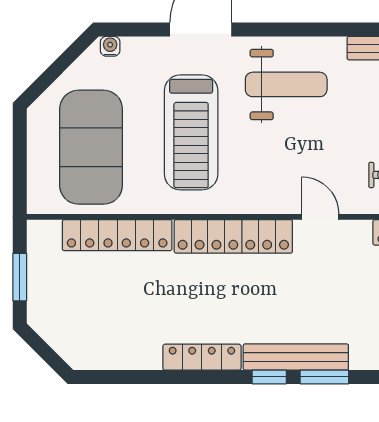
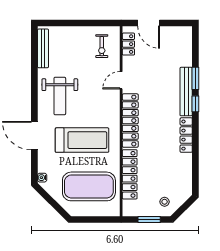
weight bench: (286, 84) -> (60, 96), turned 180
stool: (58, 310) -> (165, 202), added

